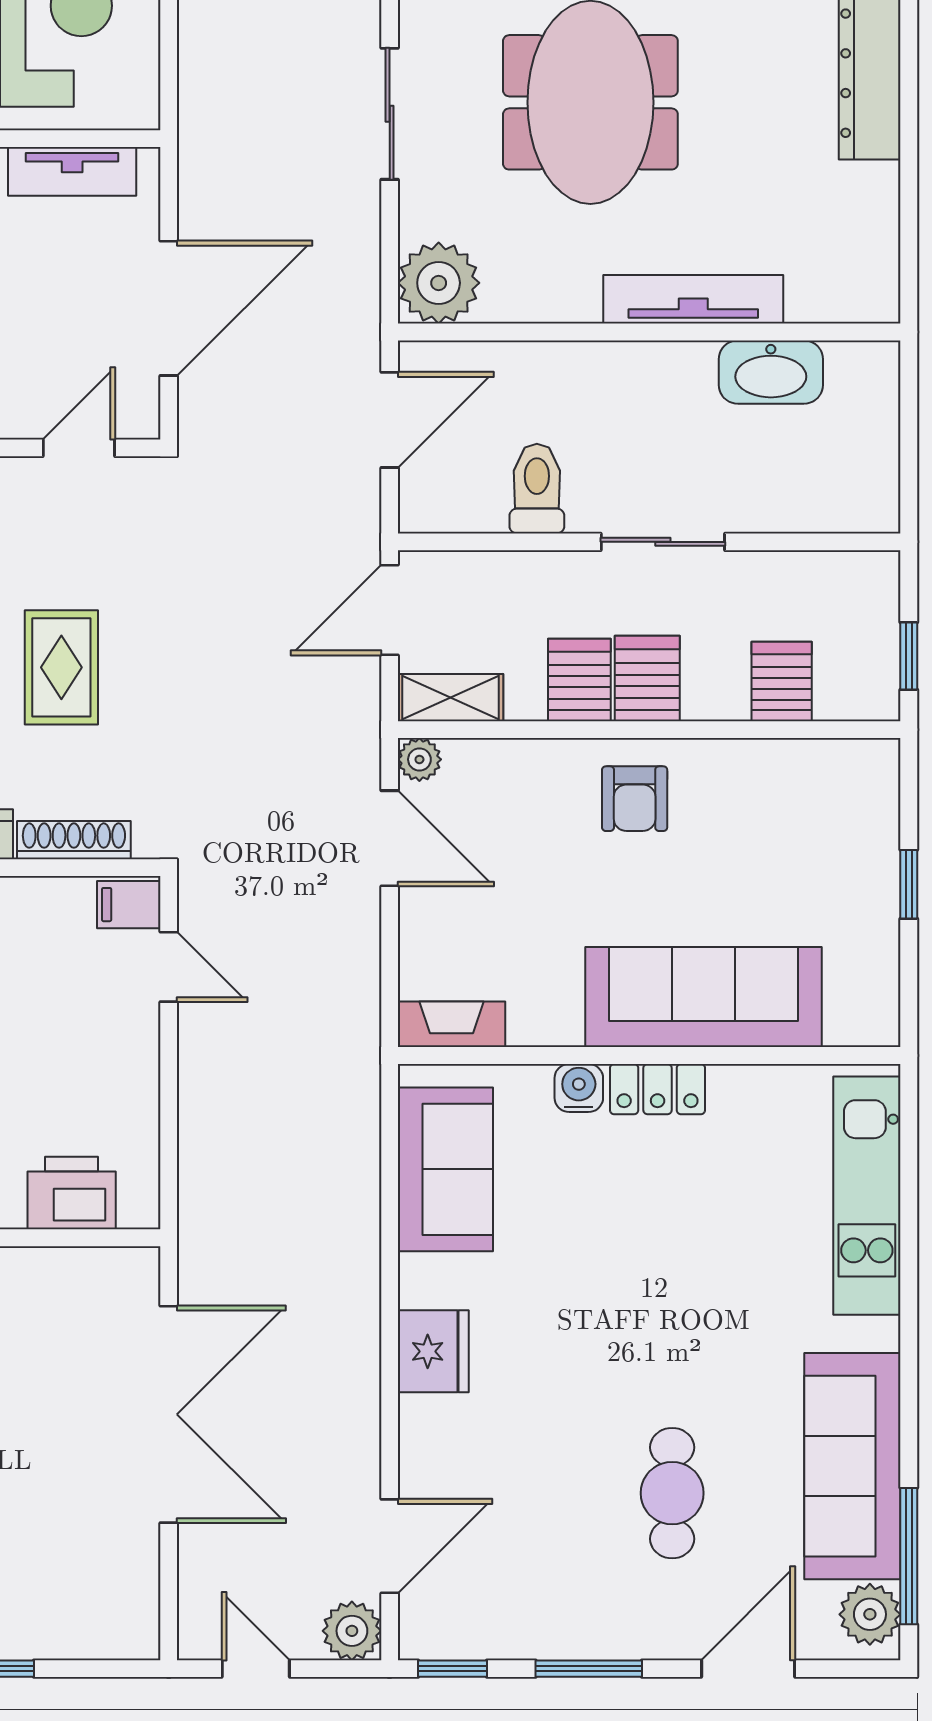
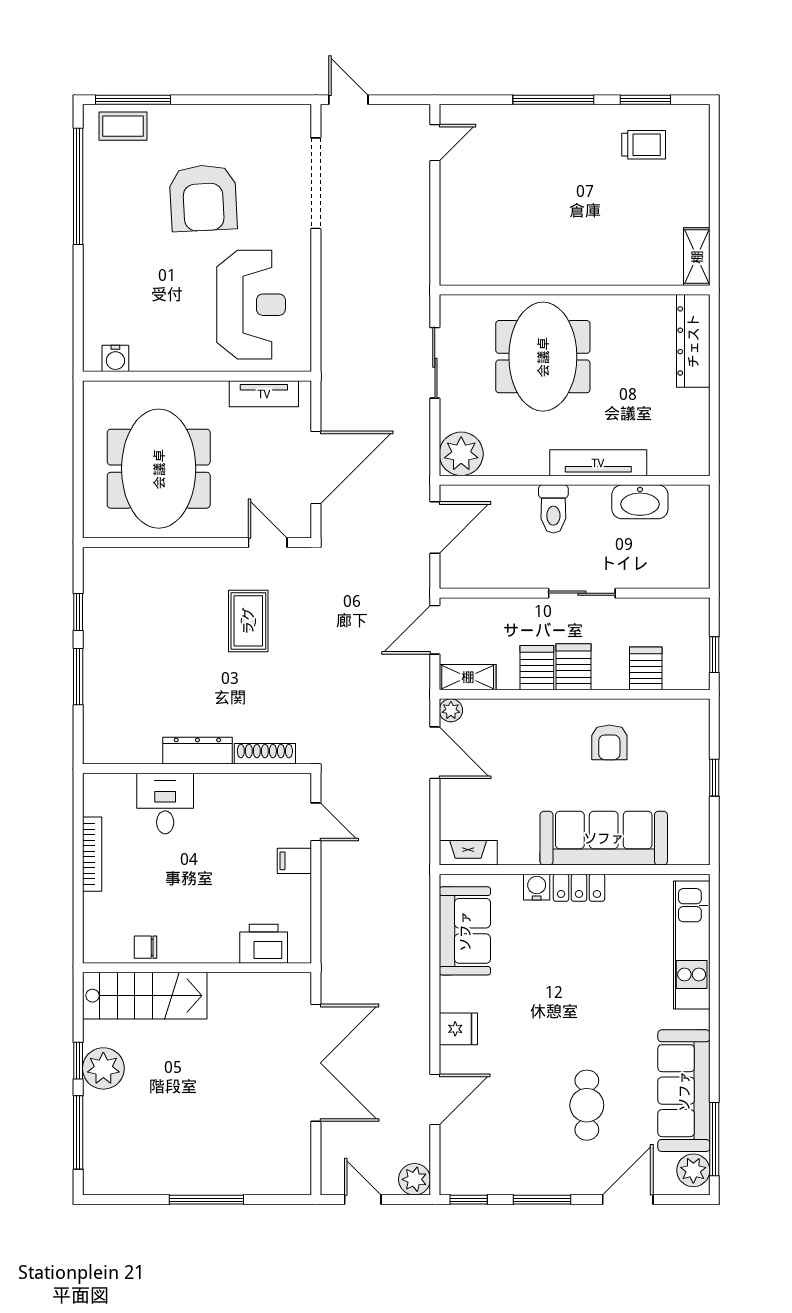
door: (79, 448) -> (268, 543), hinge flipped
toilet: (537, 489) -> (553, 509), moved, turned 180
rug: (61, 667) -> (248, 621), moved
armchair: (635, 799) -> (609, 742), moved
filing cabinet: (129, 905) -> (294, 861), moved
fridge: (433, 1351) -> (458, 1029), width x0.72
door: (390, 1546) -> (435, 1099), moved

